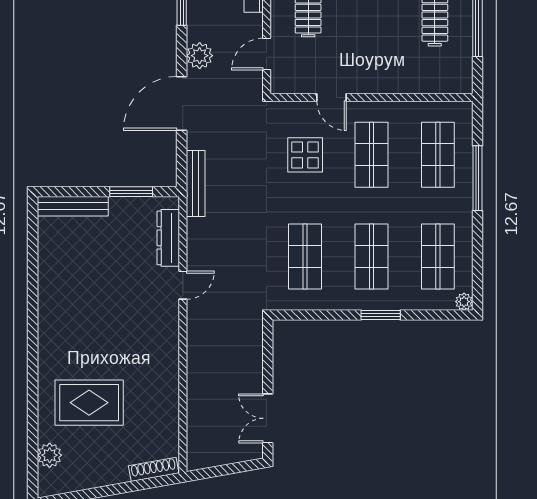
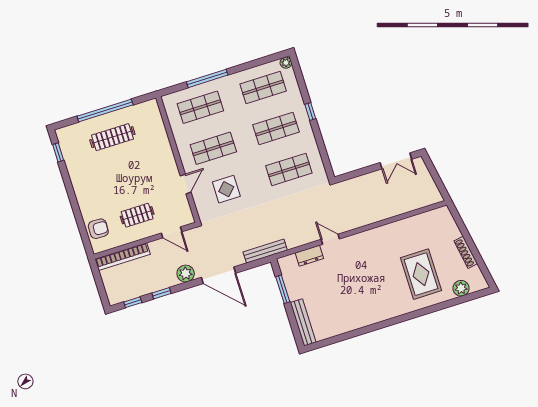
dresser: (168, 238) -> (309, 256), width x0.70
window: (381, 315) -> (310, 111), width x0.67
shoe rack: (154, 469) -> (466, 252), moved

